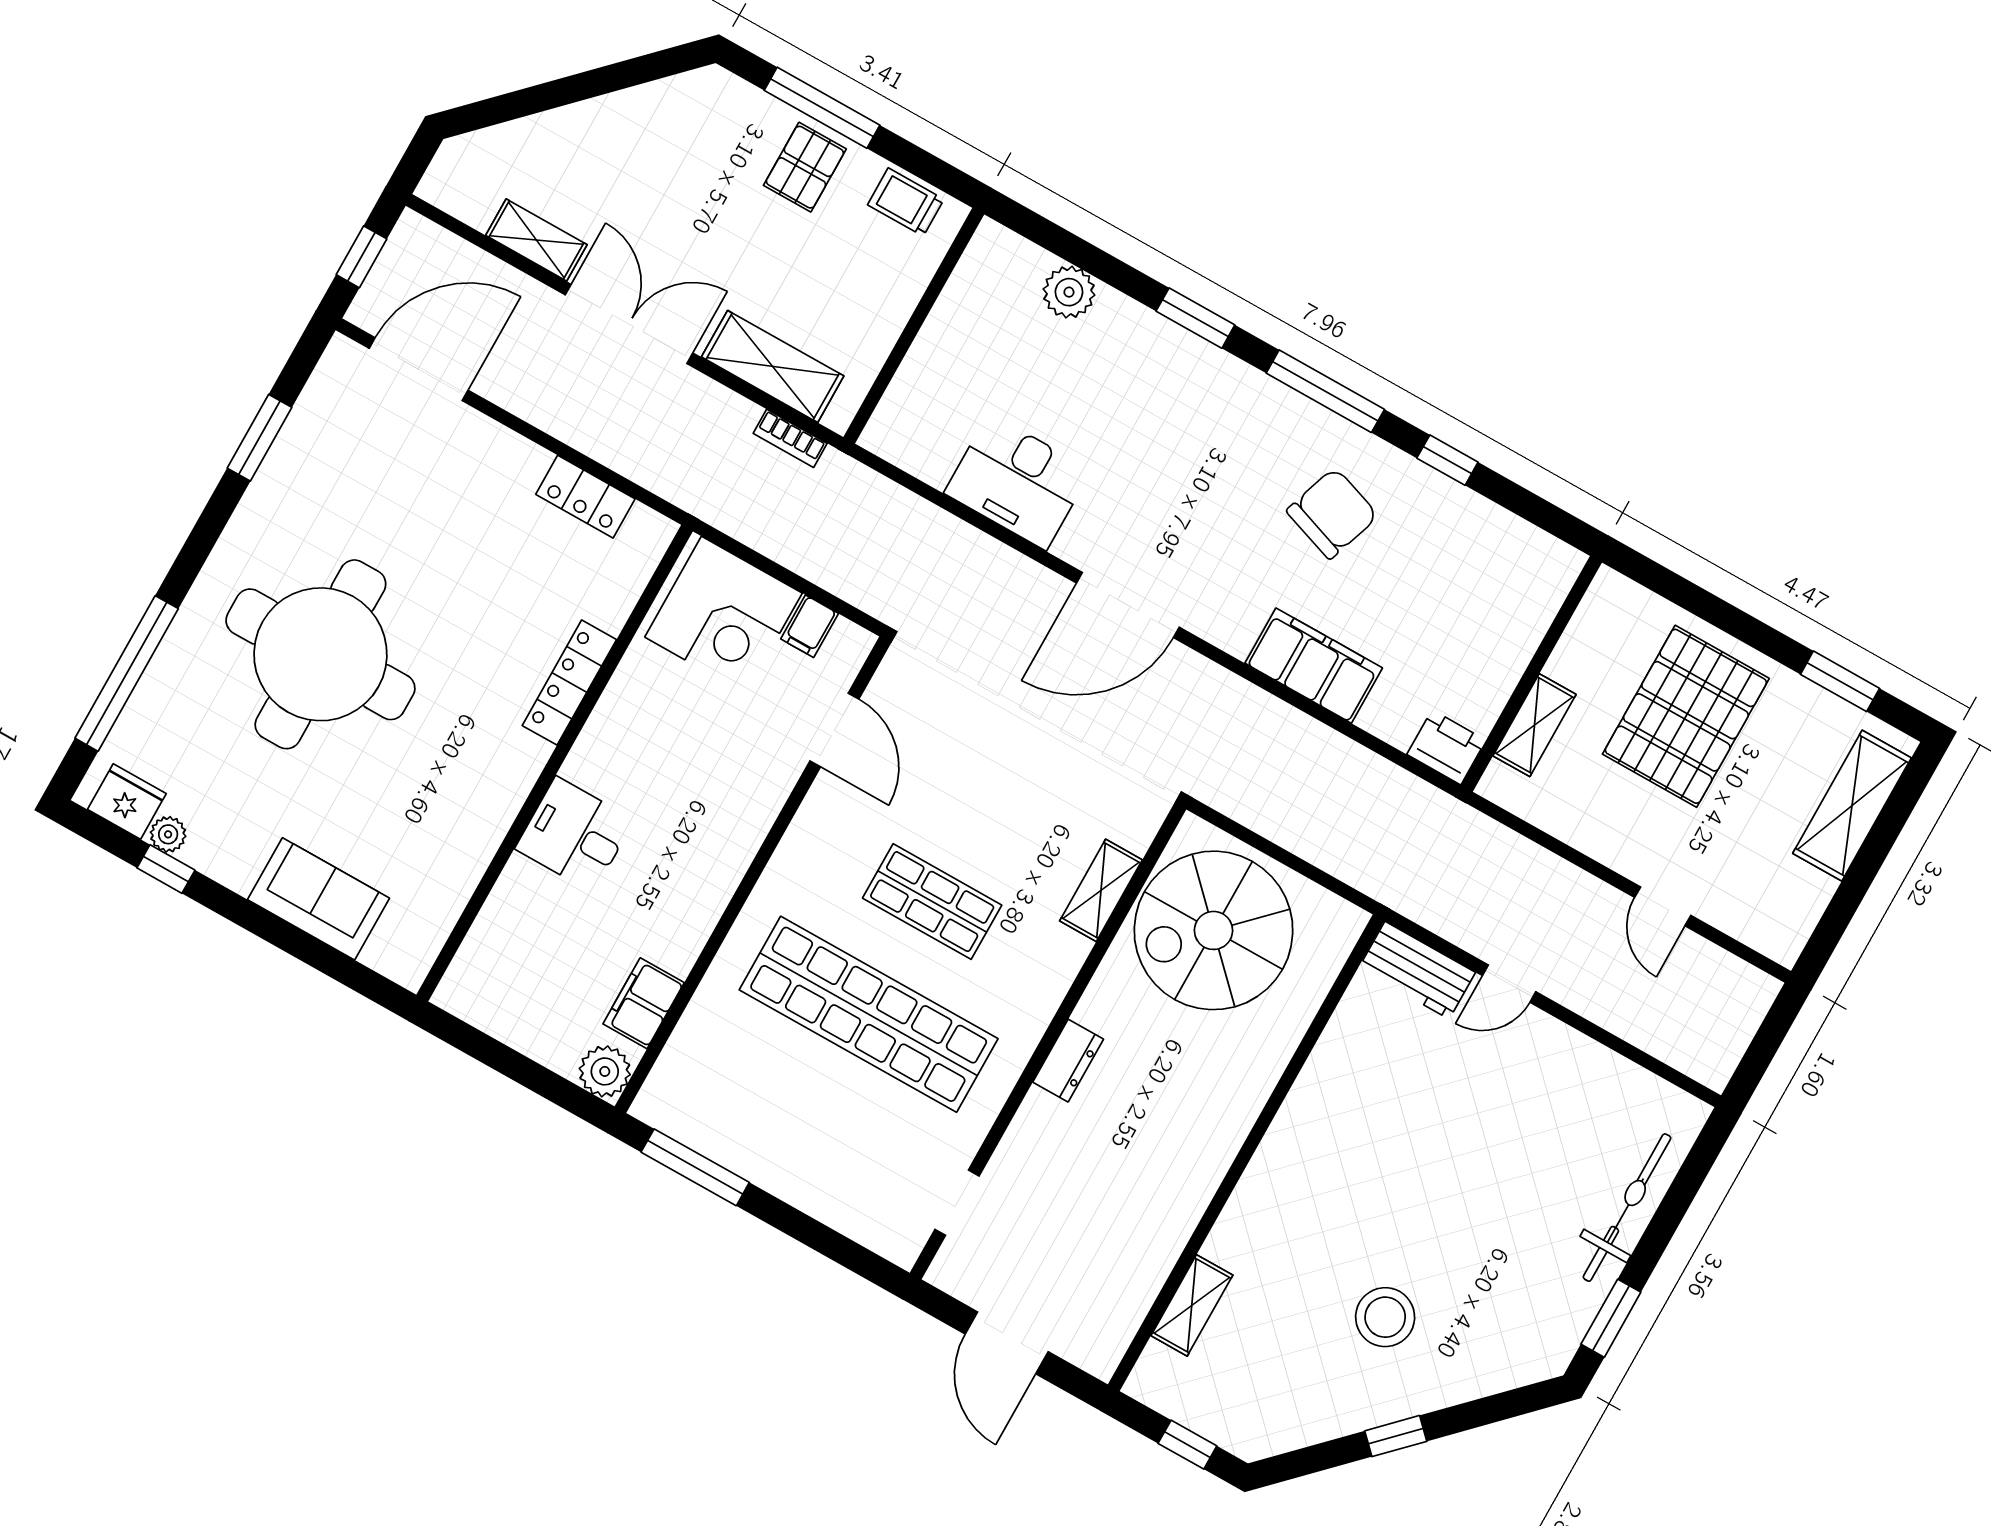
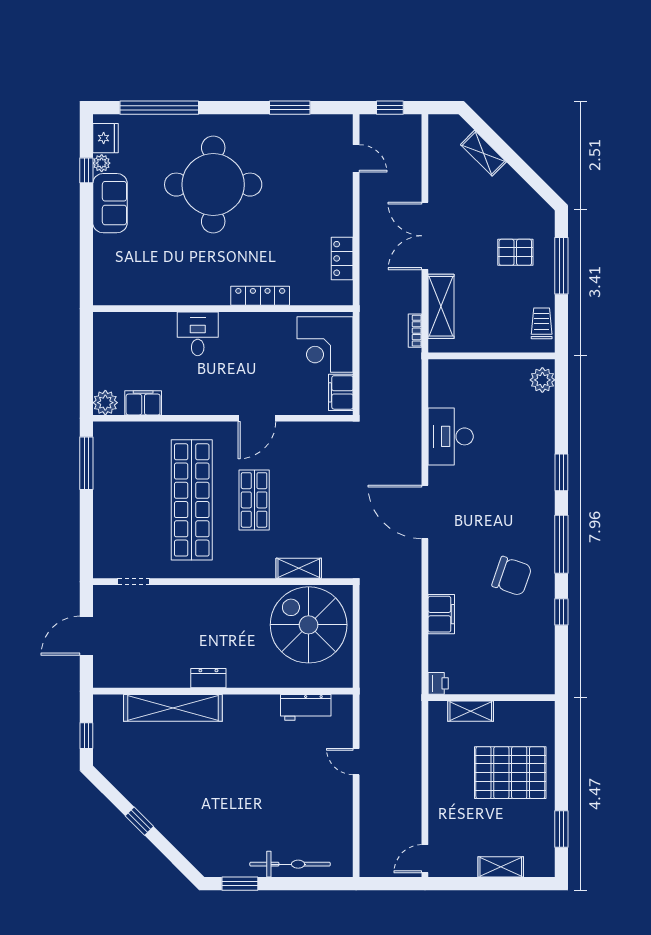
pallet: (805, 167) -> (515, 252), moved
shelving: (536, 240) -> (483, 153), moved, turned -45
plant: (1069, 292) -> (542, 380), moved
double door: (629, 324) -> (425, 236), swing flipped
door: (419, 369) -> (356, 158), width x0.53
filing cabinet: (810, 626) -> (341, 392), width x2.00
filing cabinet: (1314, 666) -> (441, 614), width x0.67, depth x0.86
door: (834, 730) -> (257, 418), moved
printer: (1446, 747) -> (438, 683), width x0.73, depth x0.81
shelving: (1852, 806) -> (501, 867), width x0.67, depth x0.75
sofa: (318, 899) -> (110, 203), moved
door: (1663, 906) -> (425, 859), moved
workbench: (1417, 970) -> (306, 707), moved, turned -90
dresser: (1068, 1061) -> (208, 678), moved, turned 180
shelving: (1192, 1305) -> (173, 708), width x2.20, depth x1.33
stool: (1385, 1317) -> (187, 789), removed

